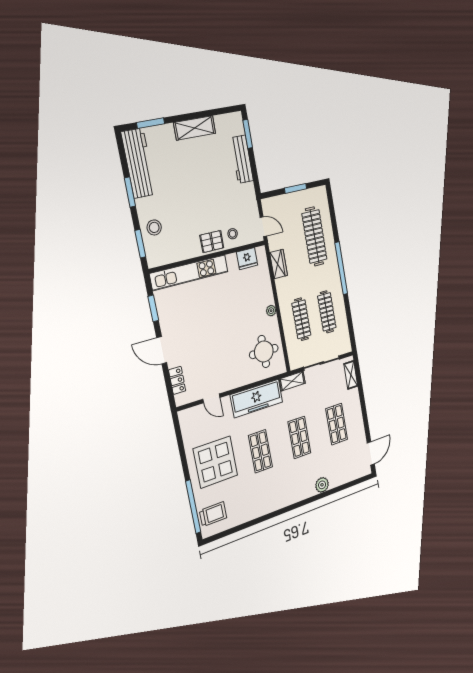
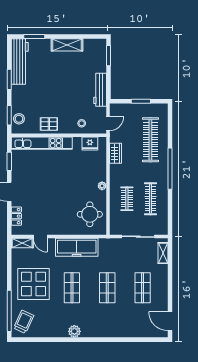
workbench: (242, 159) -> (100, 90), moved
stool: (154, 227) -> (19, 119), moved
door: (263, 227) -> (108, 123), hinge flipped
pallet: (212, 241) -> (49, 124), moved
clothes rail: (301, 319) -> (127, 199), width x0.73
shelving: (292, 381) -> (22, 243), moved
door: (371, 453) -> (170, 321), swing flipped
plant: (322, 485) -> (74, 331), moved
trolley: (213, 514) -> (24, 322), turned -65

